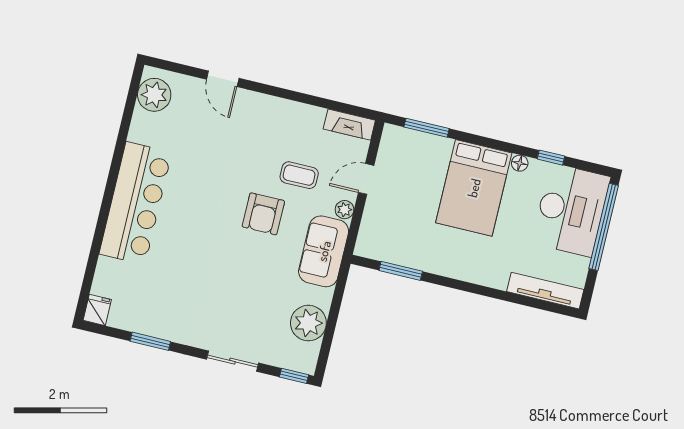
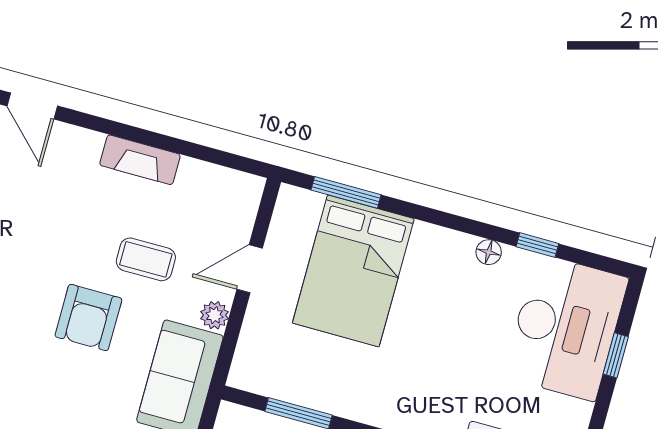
fireplace: (349, 125) -> (140, 160), moved
bed: (474, 188) -> (353, 271), moved
window: (604, 227) -> (616, 355), width x0.32

